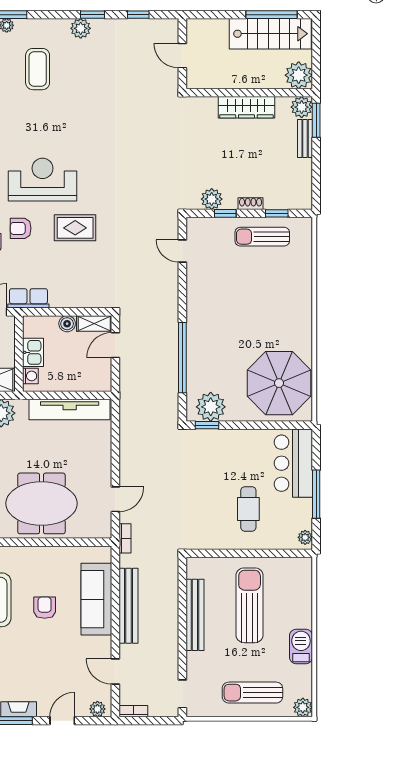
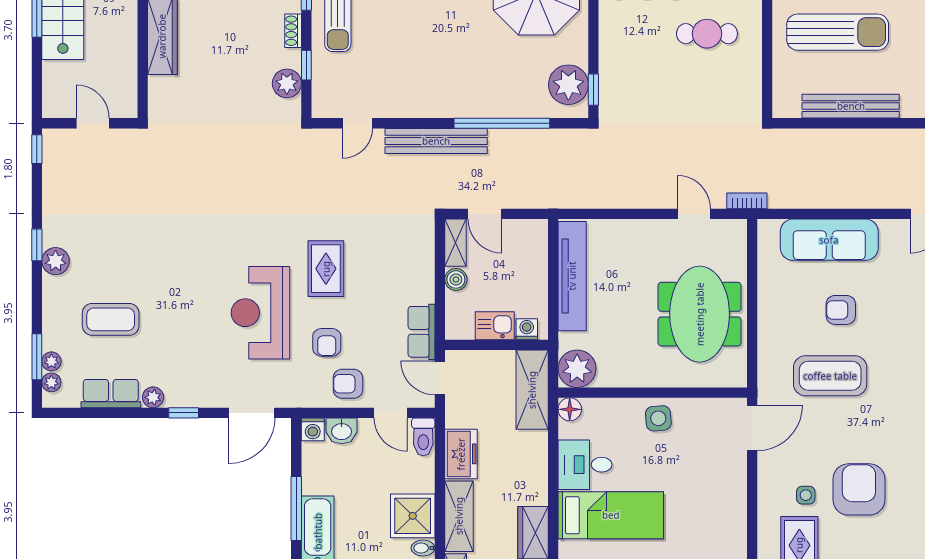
window: (138, 15) -> (37, 149), moved
door: (182, 56) -> (93, 123), swing flipped
sun lounger: (250, 605) -> (838, 32), turned 180
bench: (129, 606) -> (436, 141), moved

